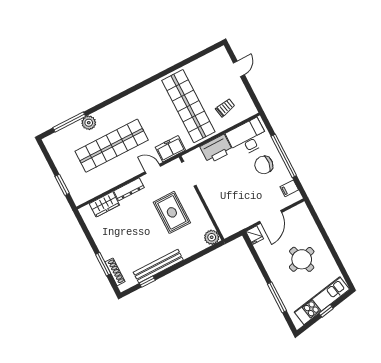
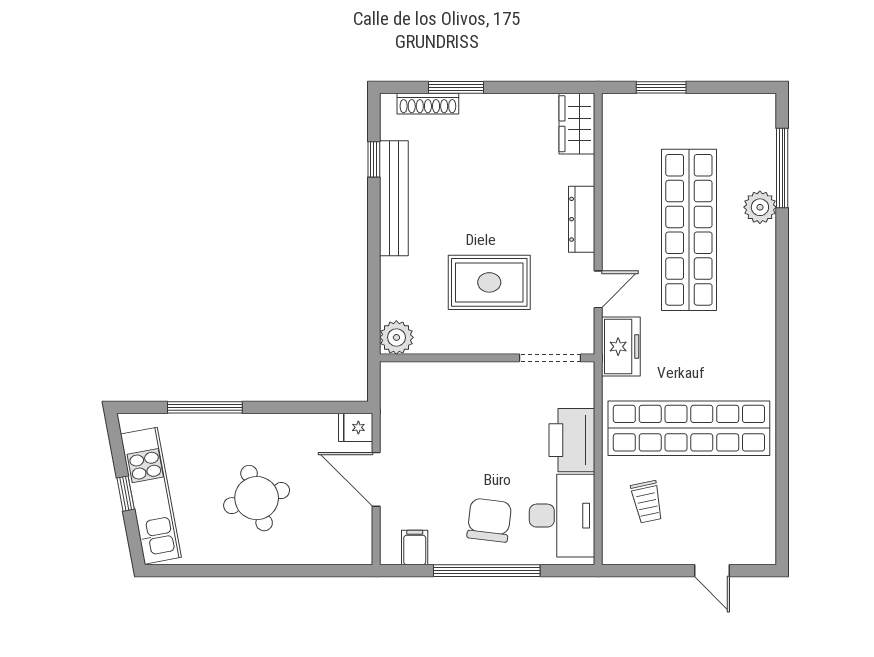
wardrobe: (104, 204) -> (577, 124), moved

